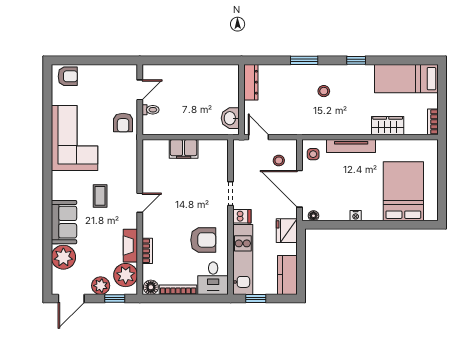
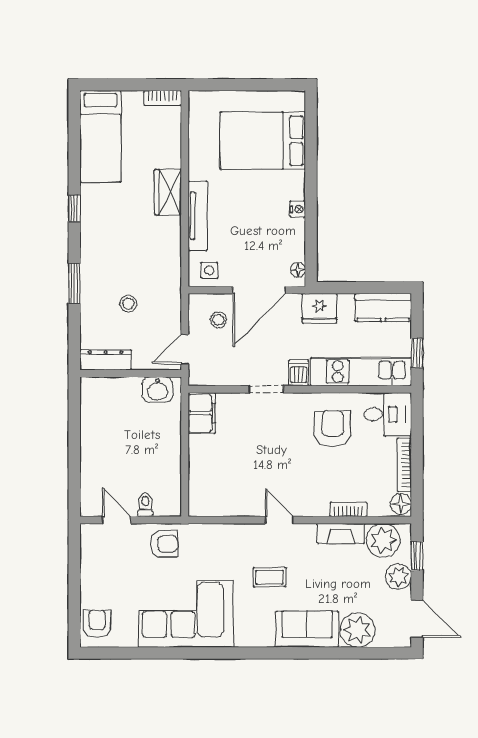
stool: (324, 91) -> (128, 304), moved
wardrobe: (388, 126) -> (168, 192), moved
filing cabinet: (184, 149) -> (202, 413), moved

